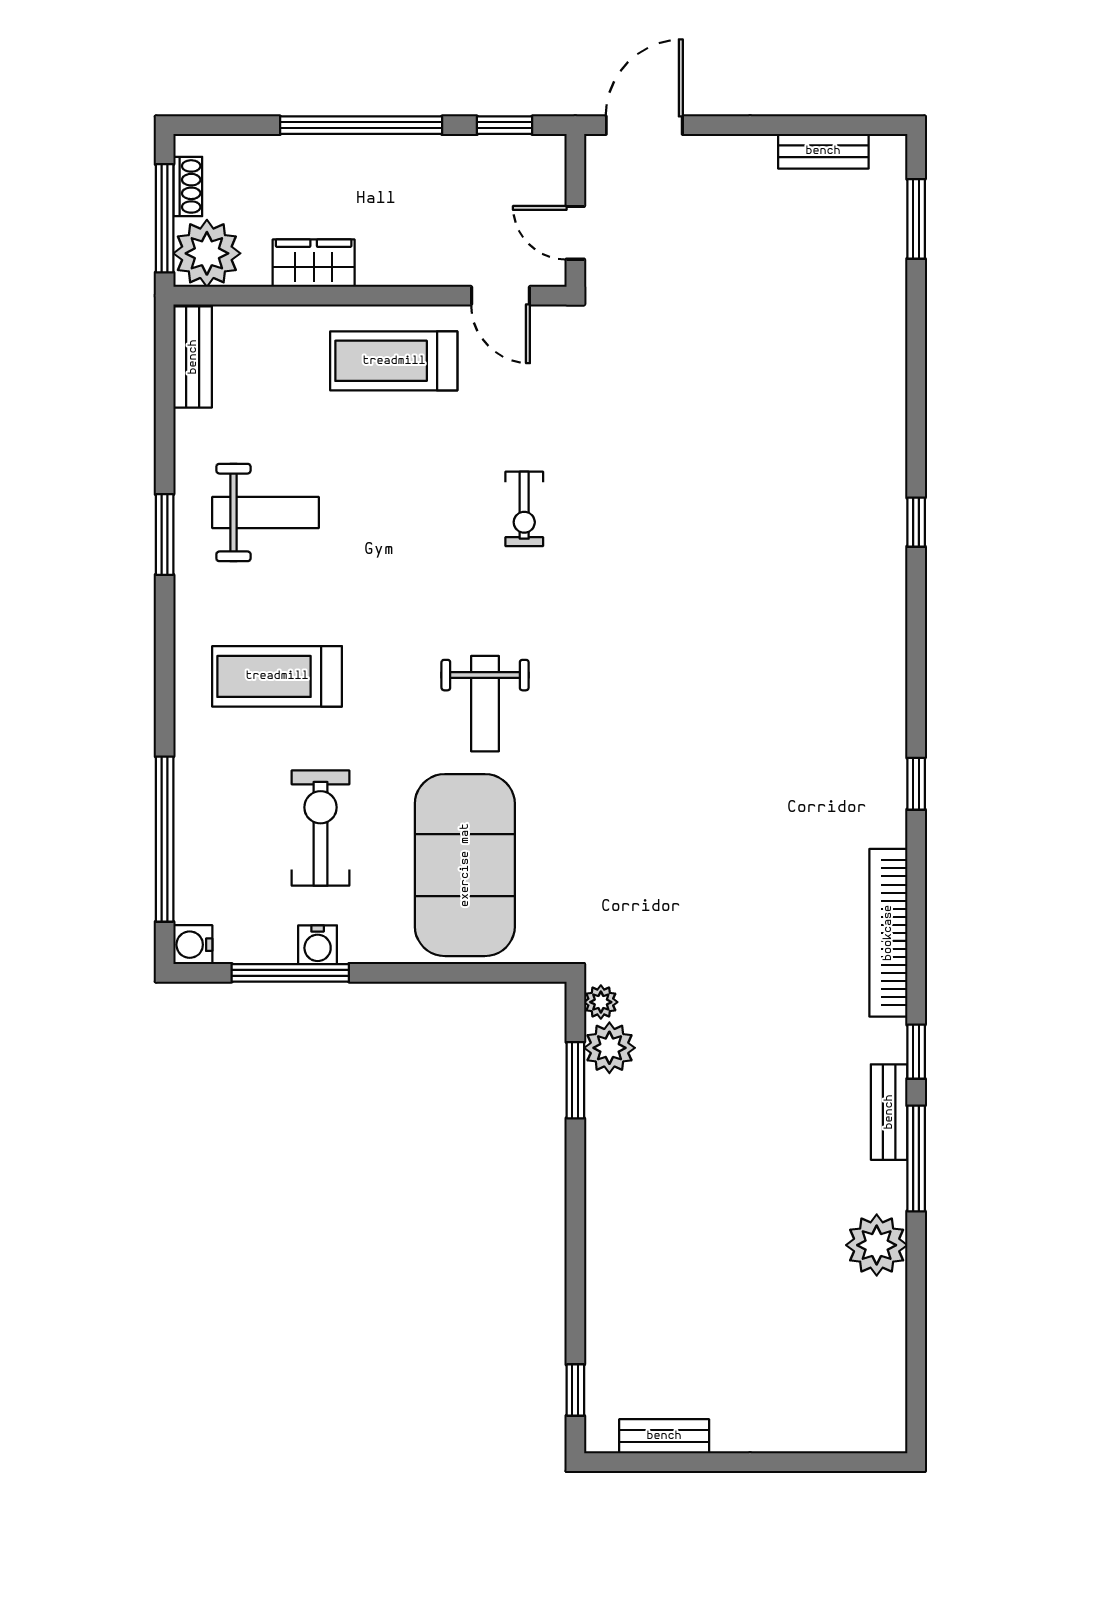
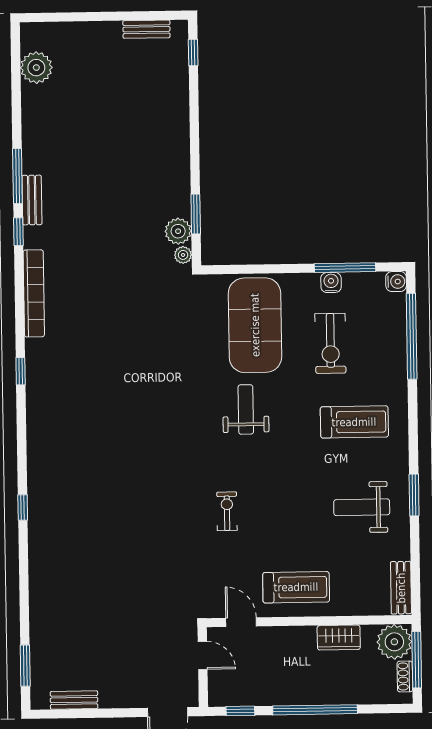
plant: (877, 1245) -> (36, 68), moved

